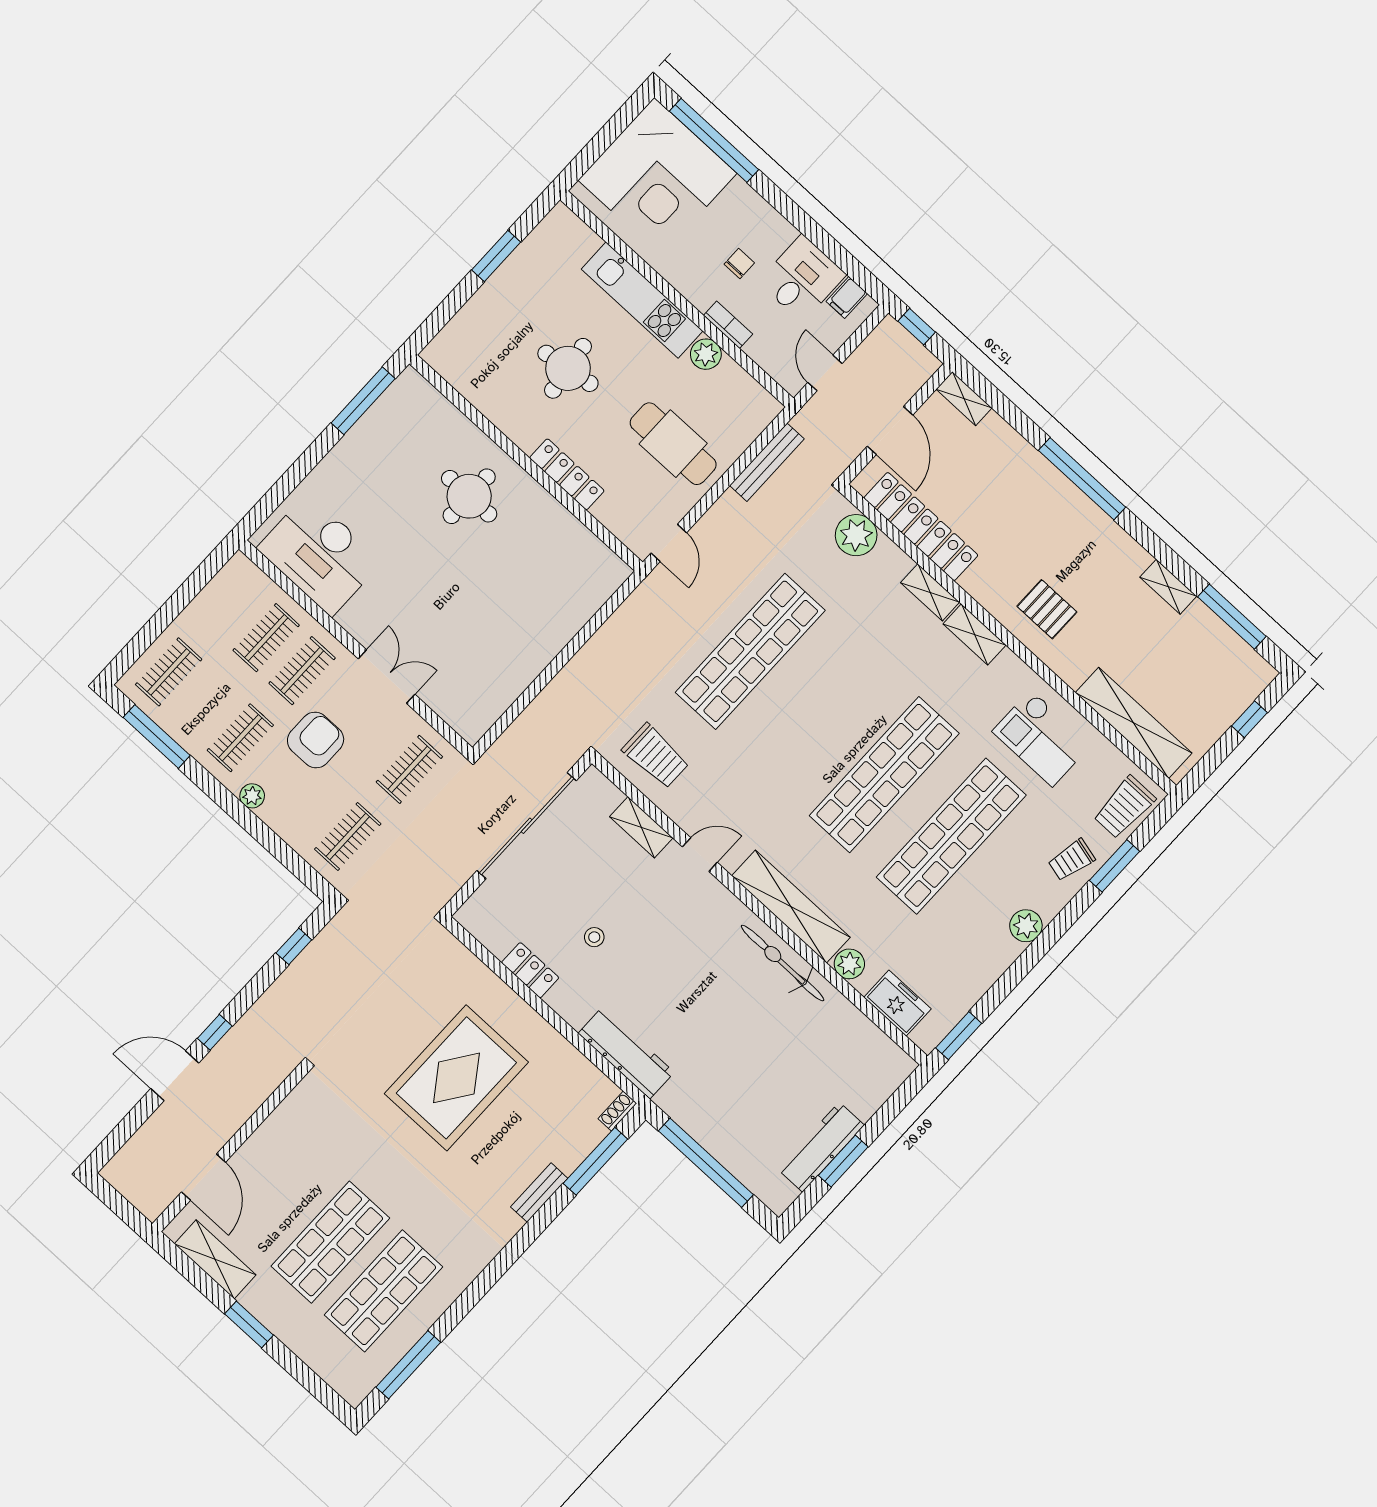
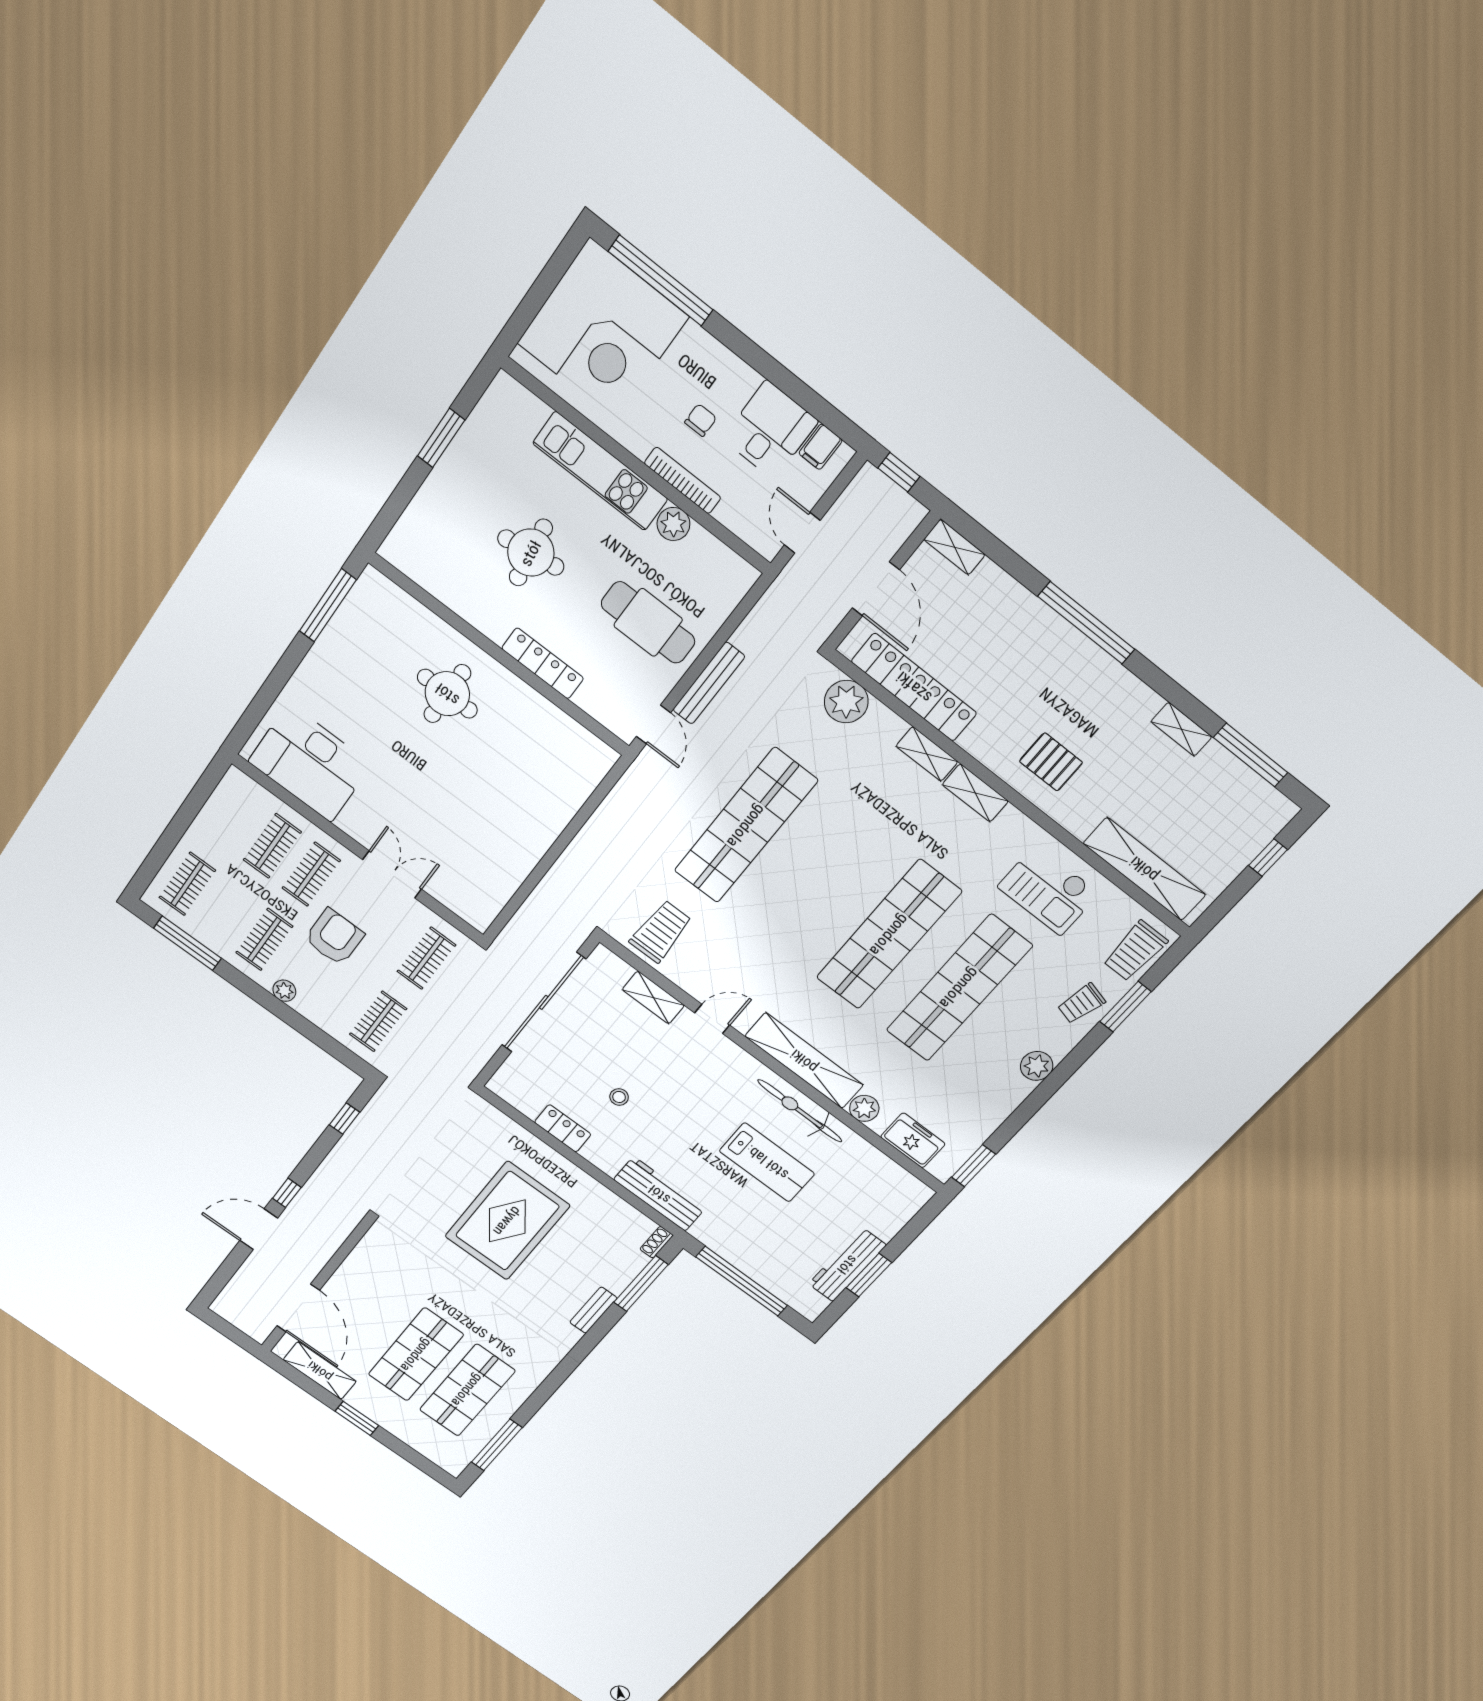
bookcase: (728, 325) -> (683, 480), width x1.56
bench: (767, 462) -> (709, 683), moved
trolley: (656, 756) -> (661, 931), turned -90
lab bench: (744, 1021) -> (767, 1162), added
door: (203, 1177) -> (298, 1308), width x1.36

